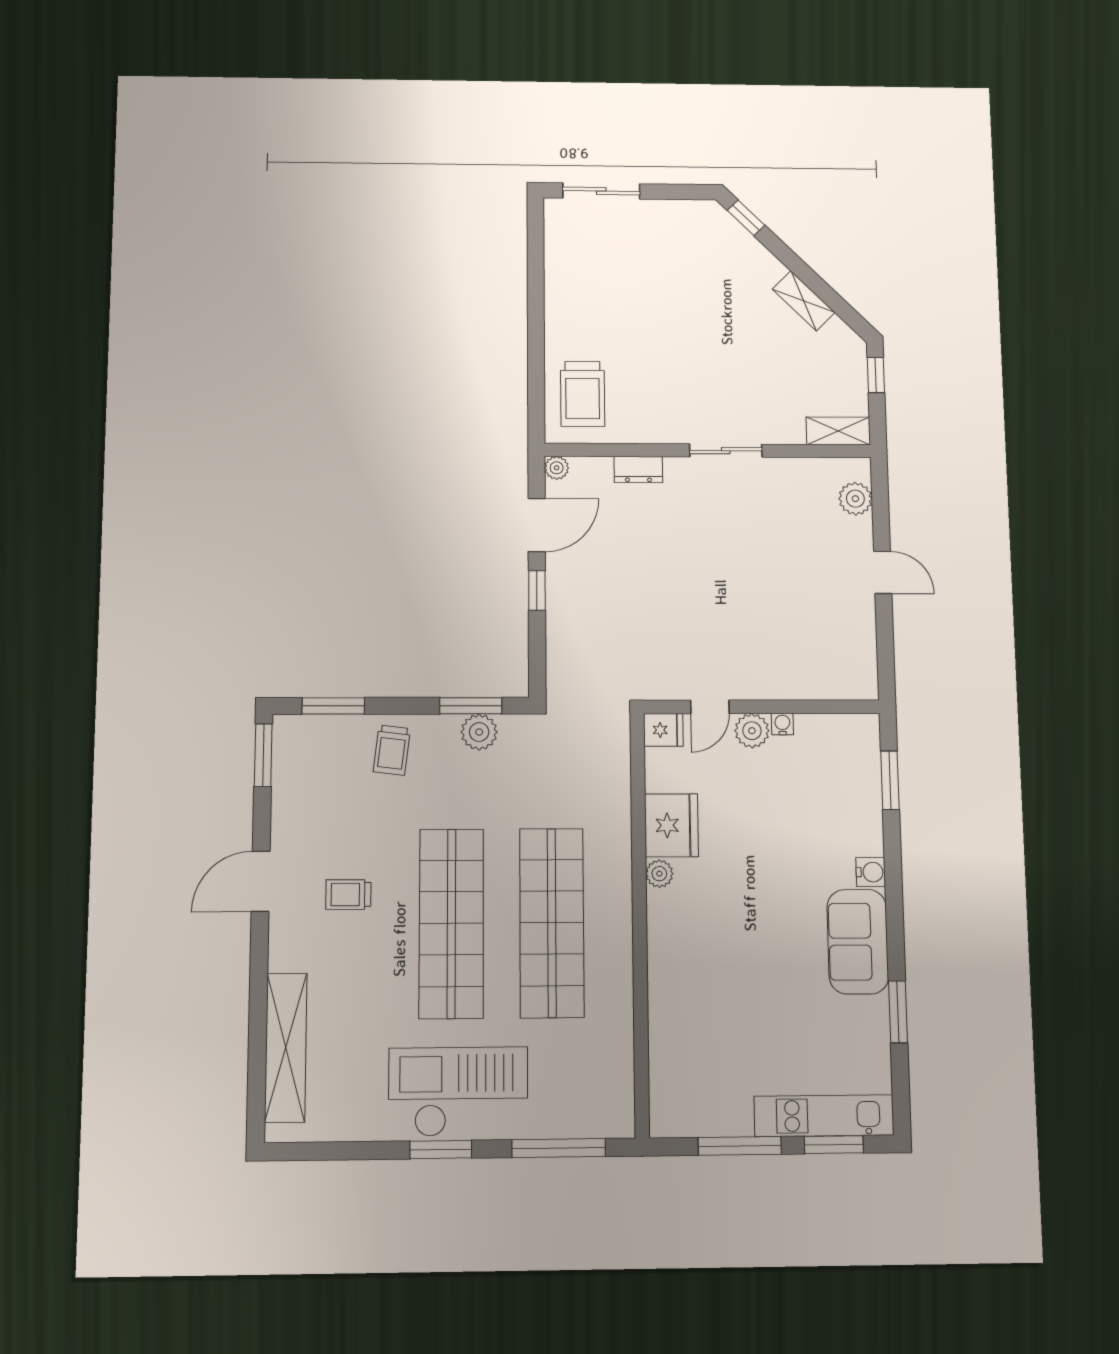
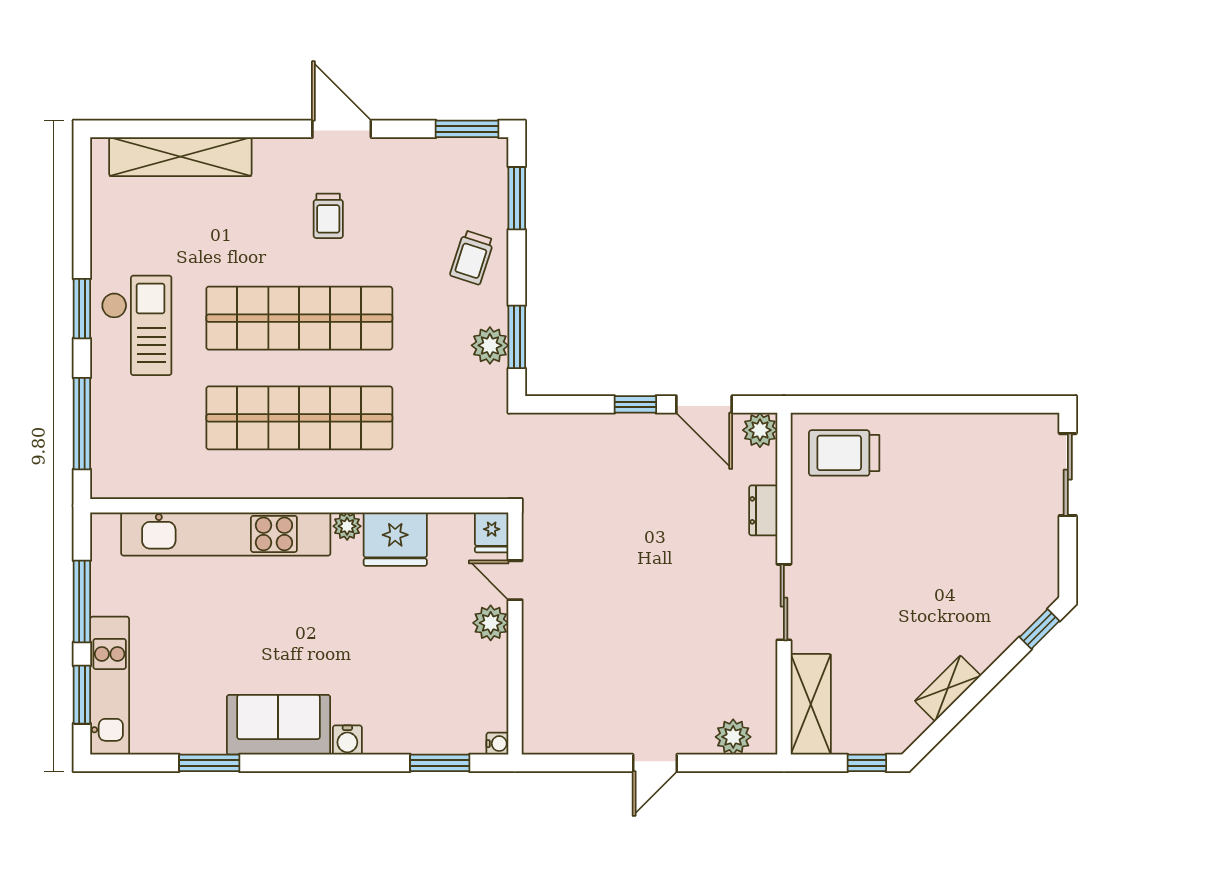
shelving: (838, 431) -> (811, 704), width x1.50, depth x1.33
plant: (557, 468) -> (760, 430), width x1.38, depth x1.38
water cooler: (782, 724) -> (497, 744), moved
trolley: (392, 750) -> (472, 258), turned -79
trolley: (348, 895) -> (328, 216), turned 180
kitchen unit: (669, 997) -> (226, 534), added
checkout: (458, 1092) -> (137, 325), width x0.73, depth x0.83

